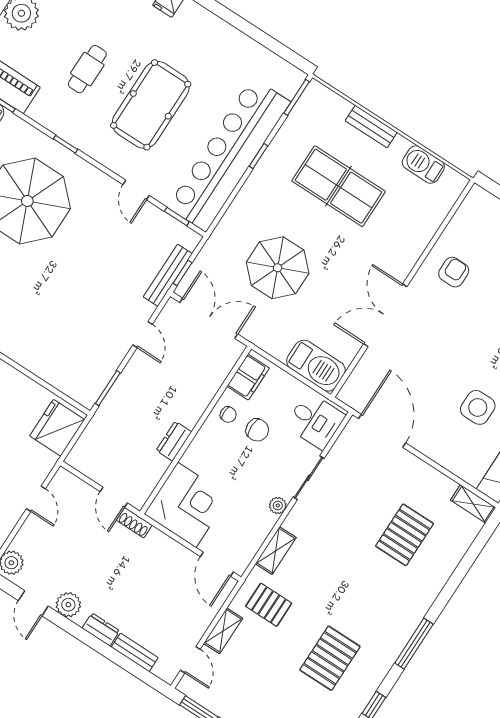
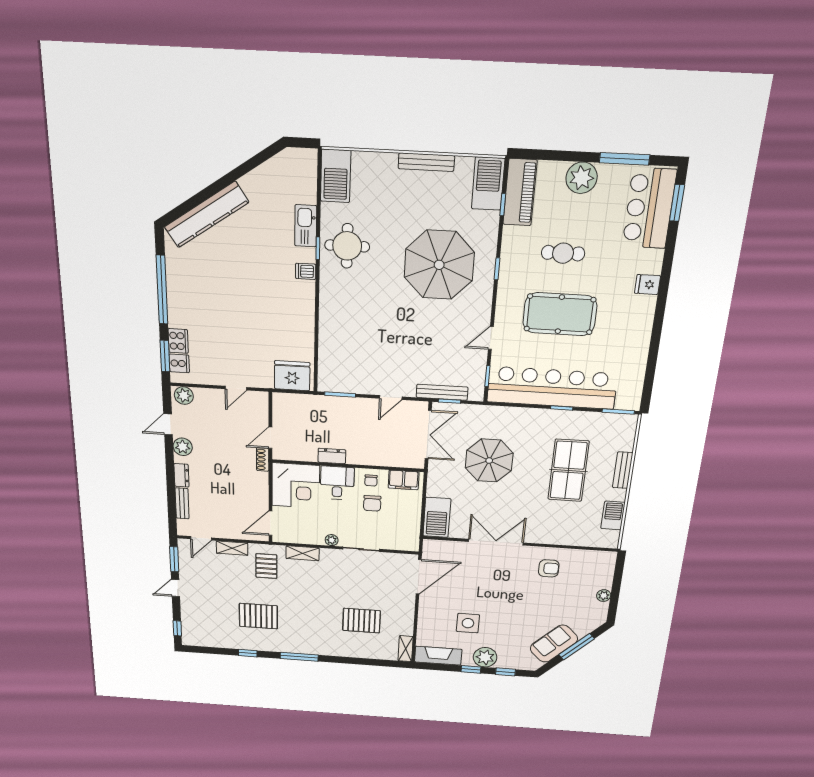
desk: (315, 421) -> (337, 483), moved, turned 180

